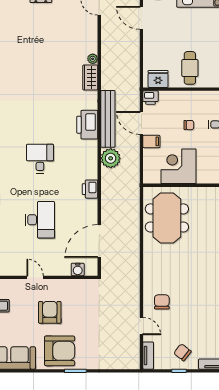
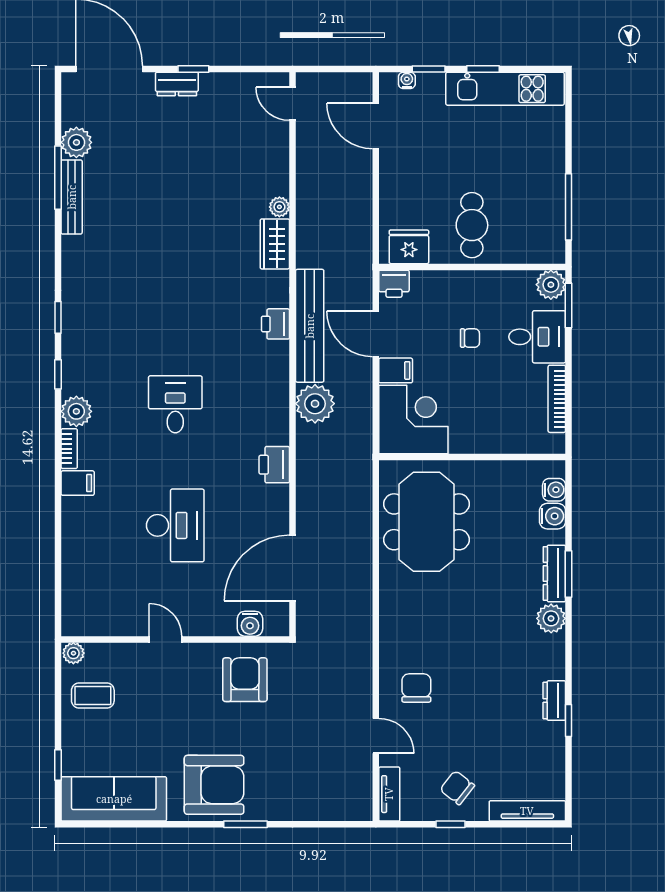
printer: (87, 125) -> (275, 324), width x0.53, depth x0.68
corner desk: (178, 166) -> (413, 419), moved, turned 90
armchair: (50, 312) -> (245, 680), moved

